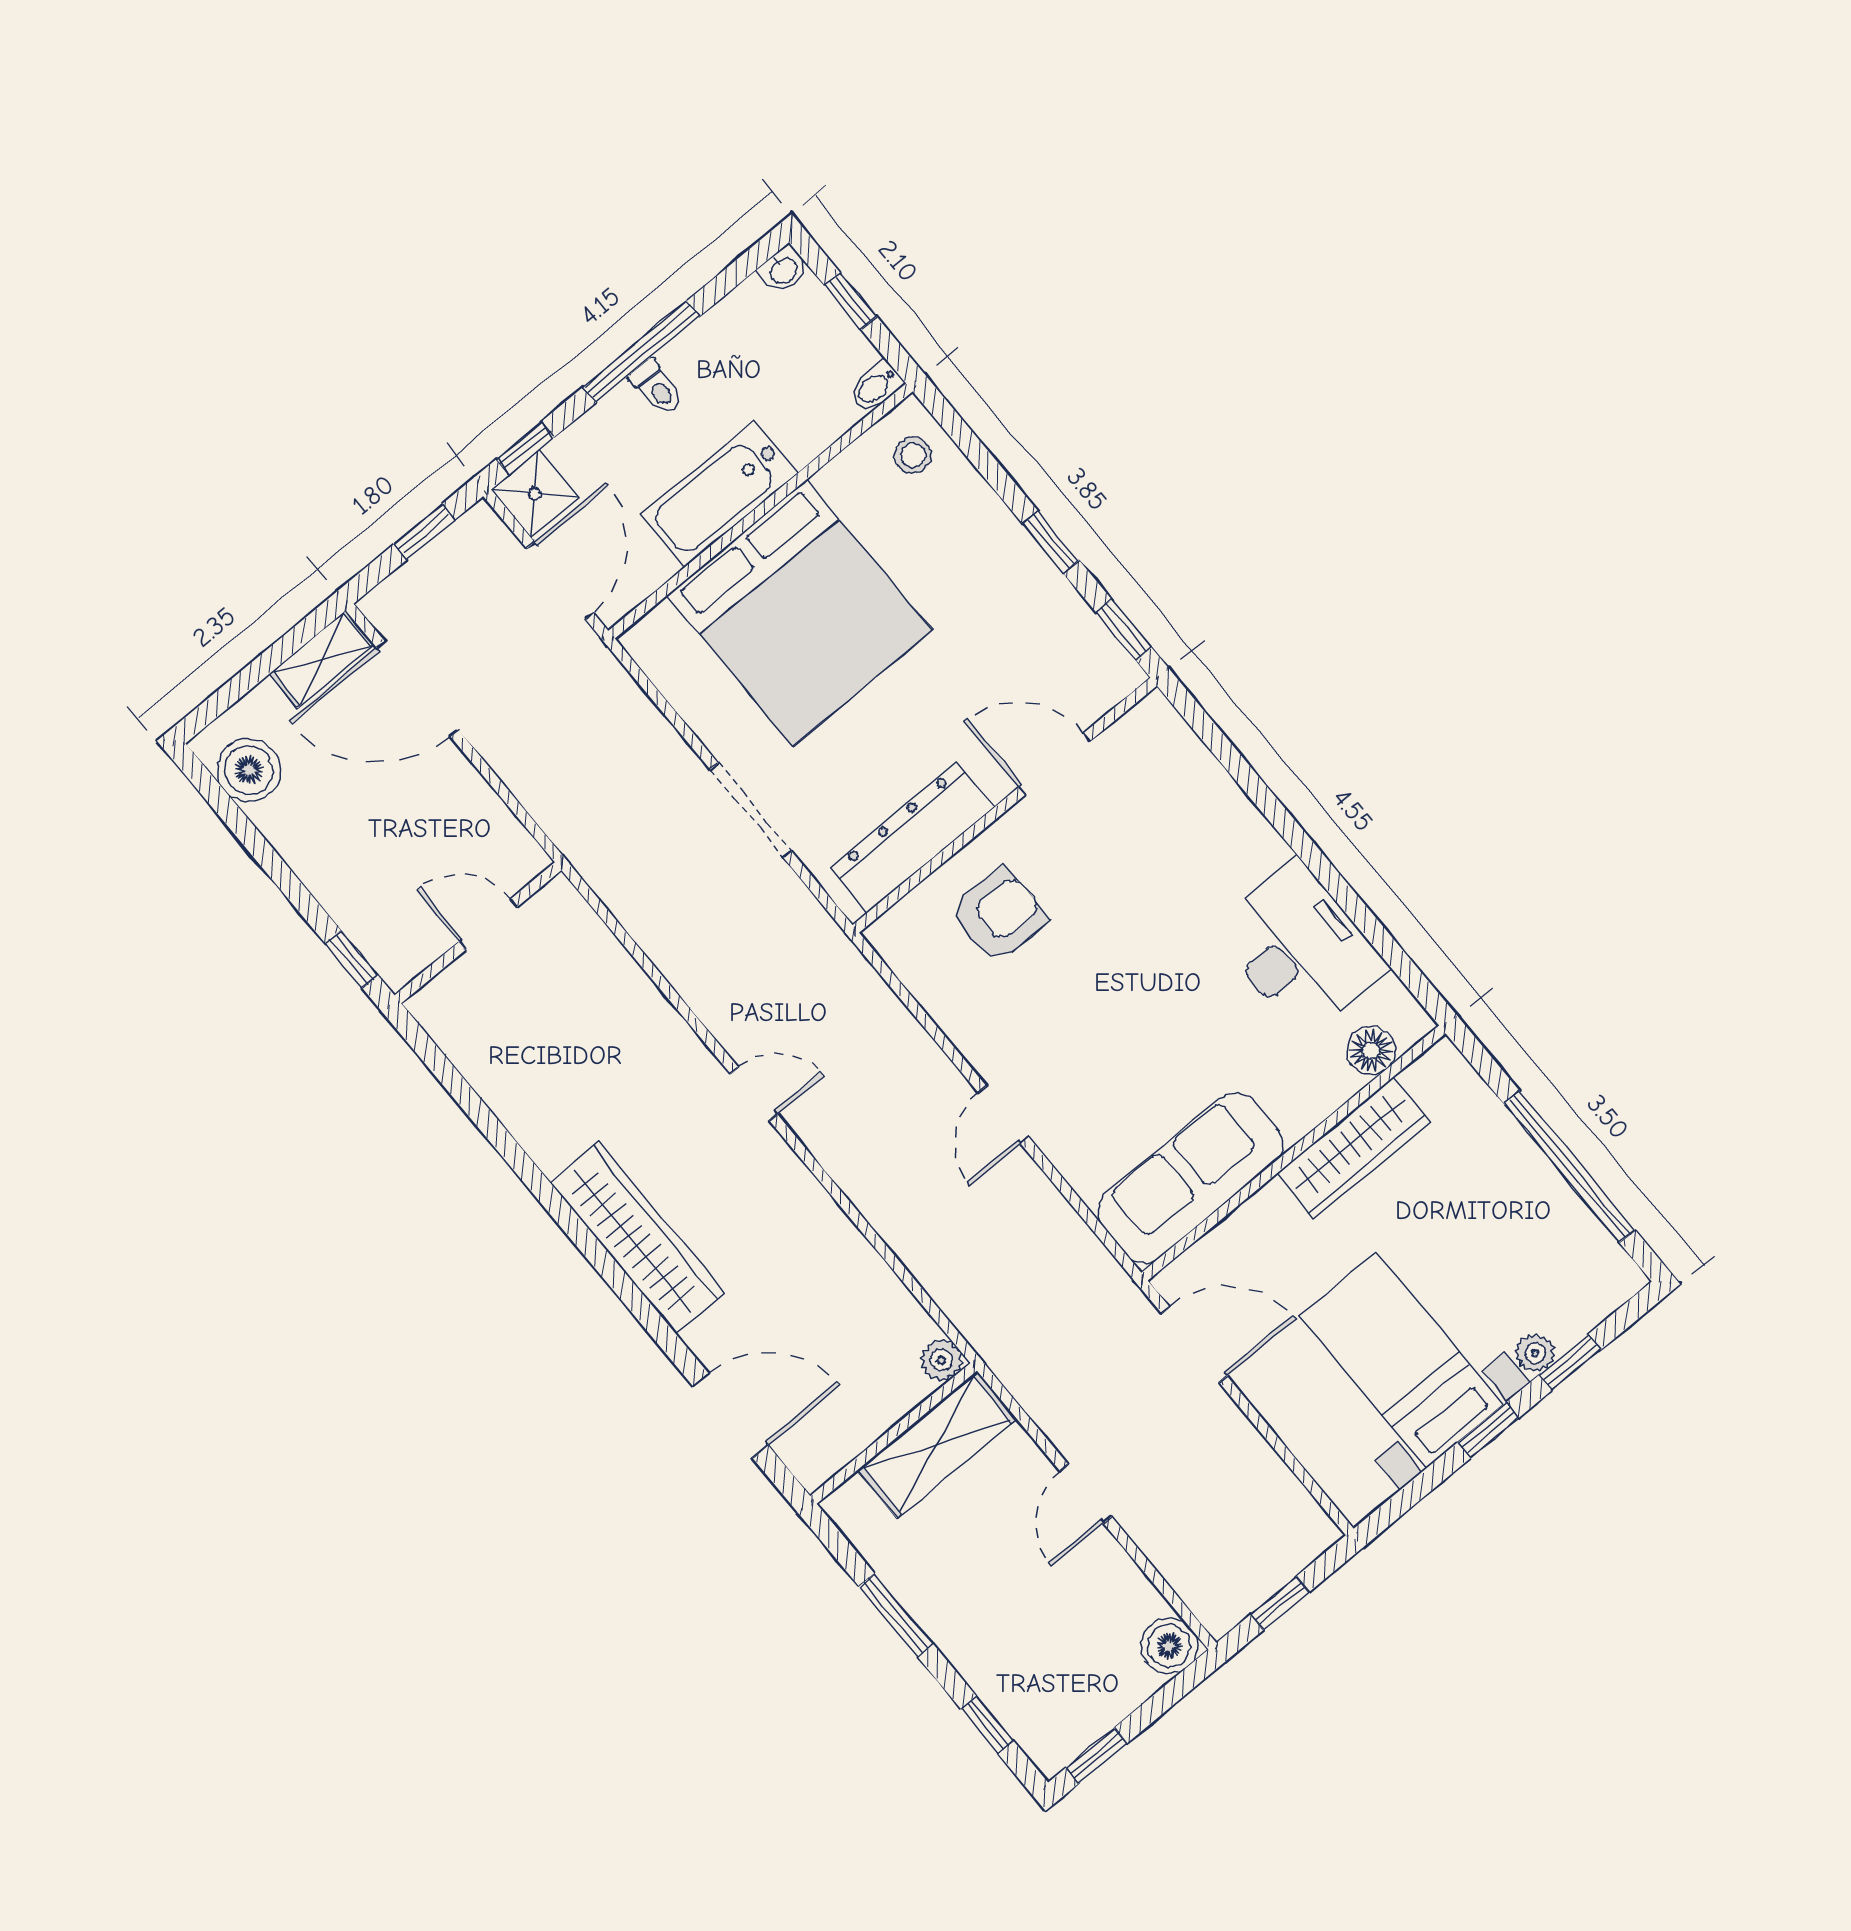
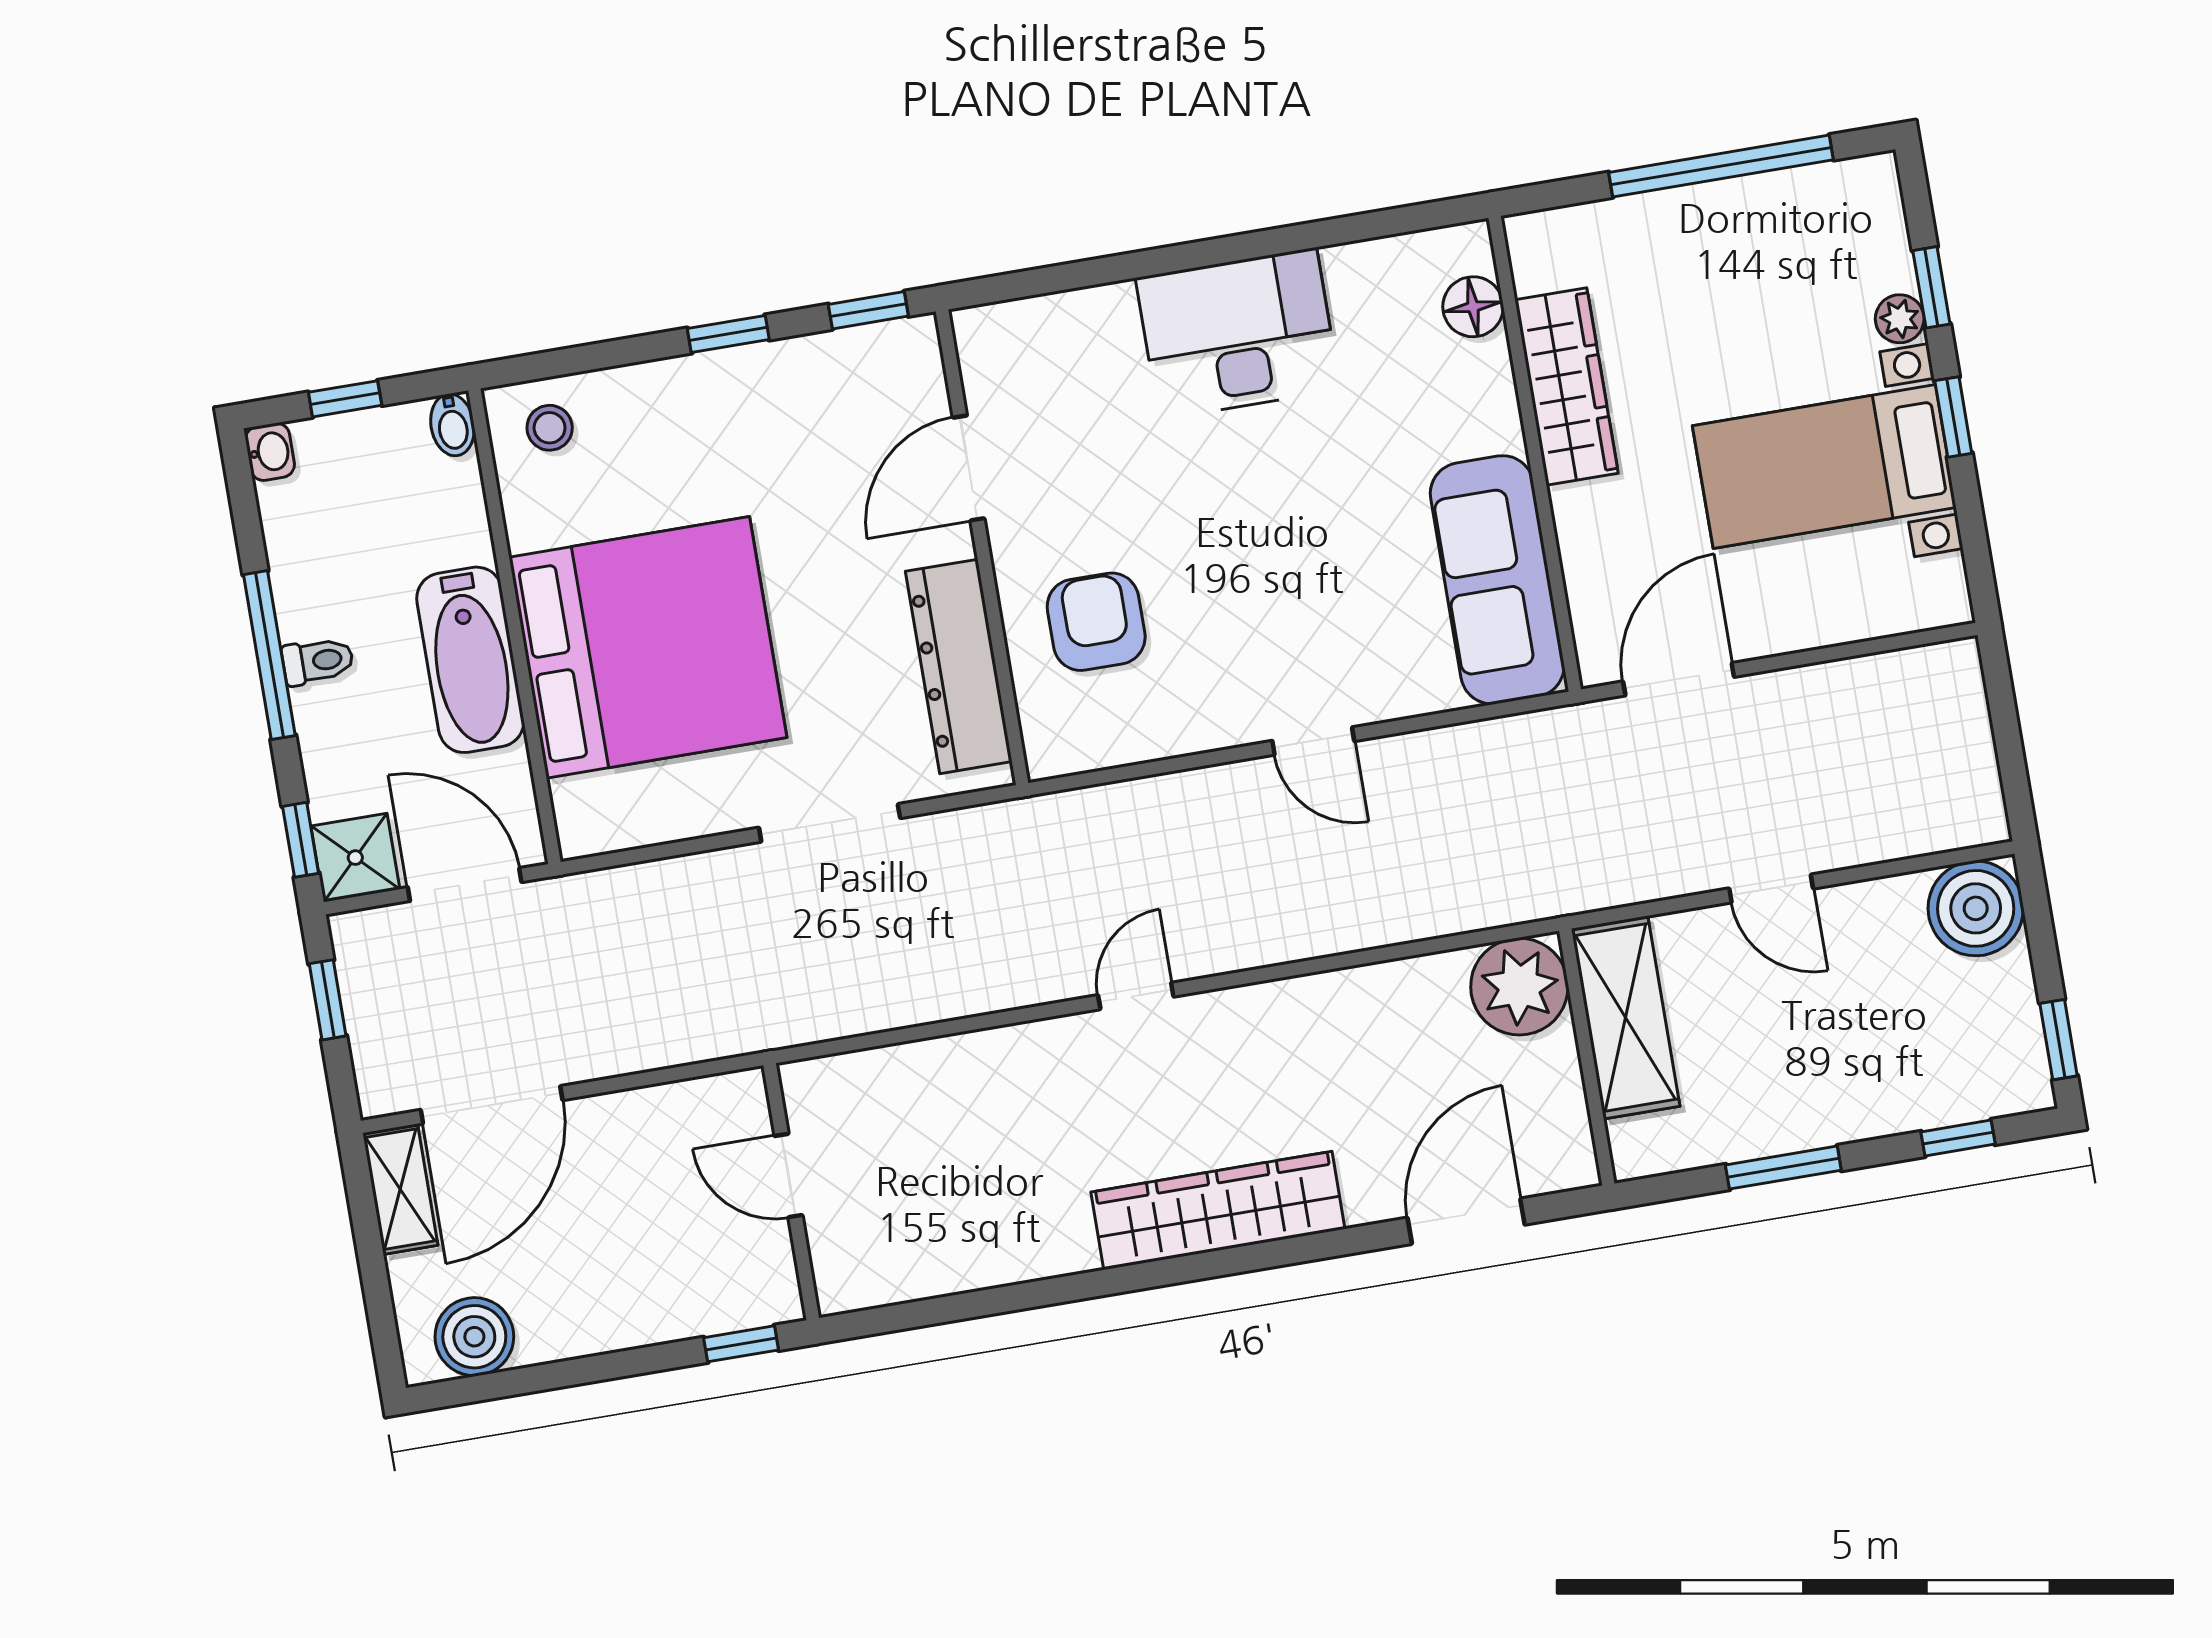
door: (488, 924) -> (788, 1176), hinge flipped
desk: (1300, 948) -> (1238, 334), moved
plant: (941, 1360) -> (1519, 987), width x1.87, depth x1.87
window: (1280, 1603) -> (2009, 748), removed
boiler: (1169, 1646) -> (1976, 908), width x1.37, depth x1.37

